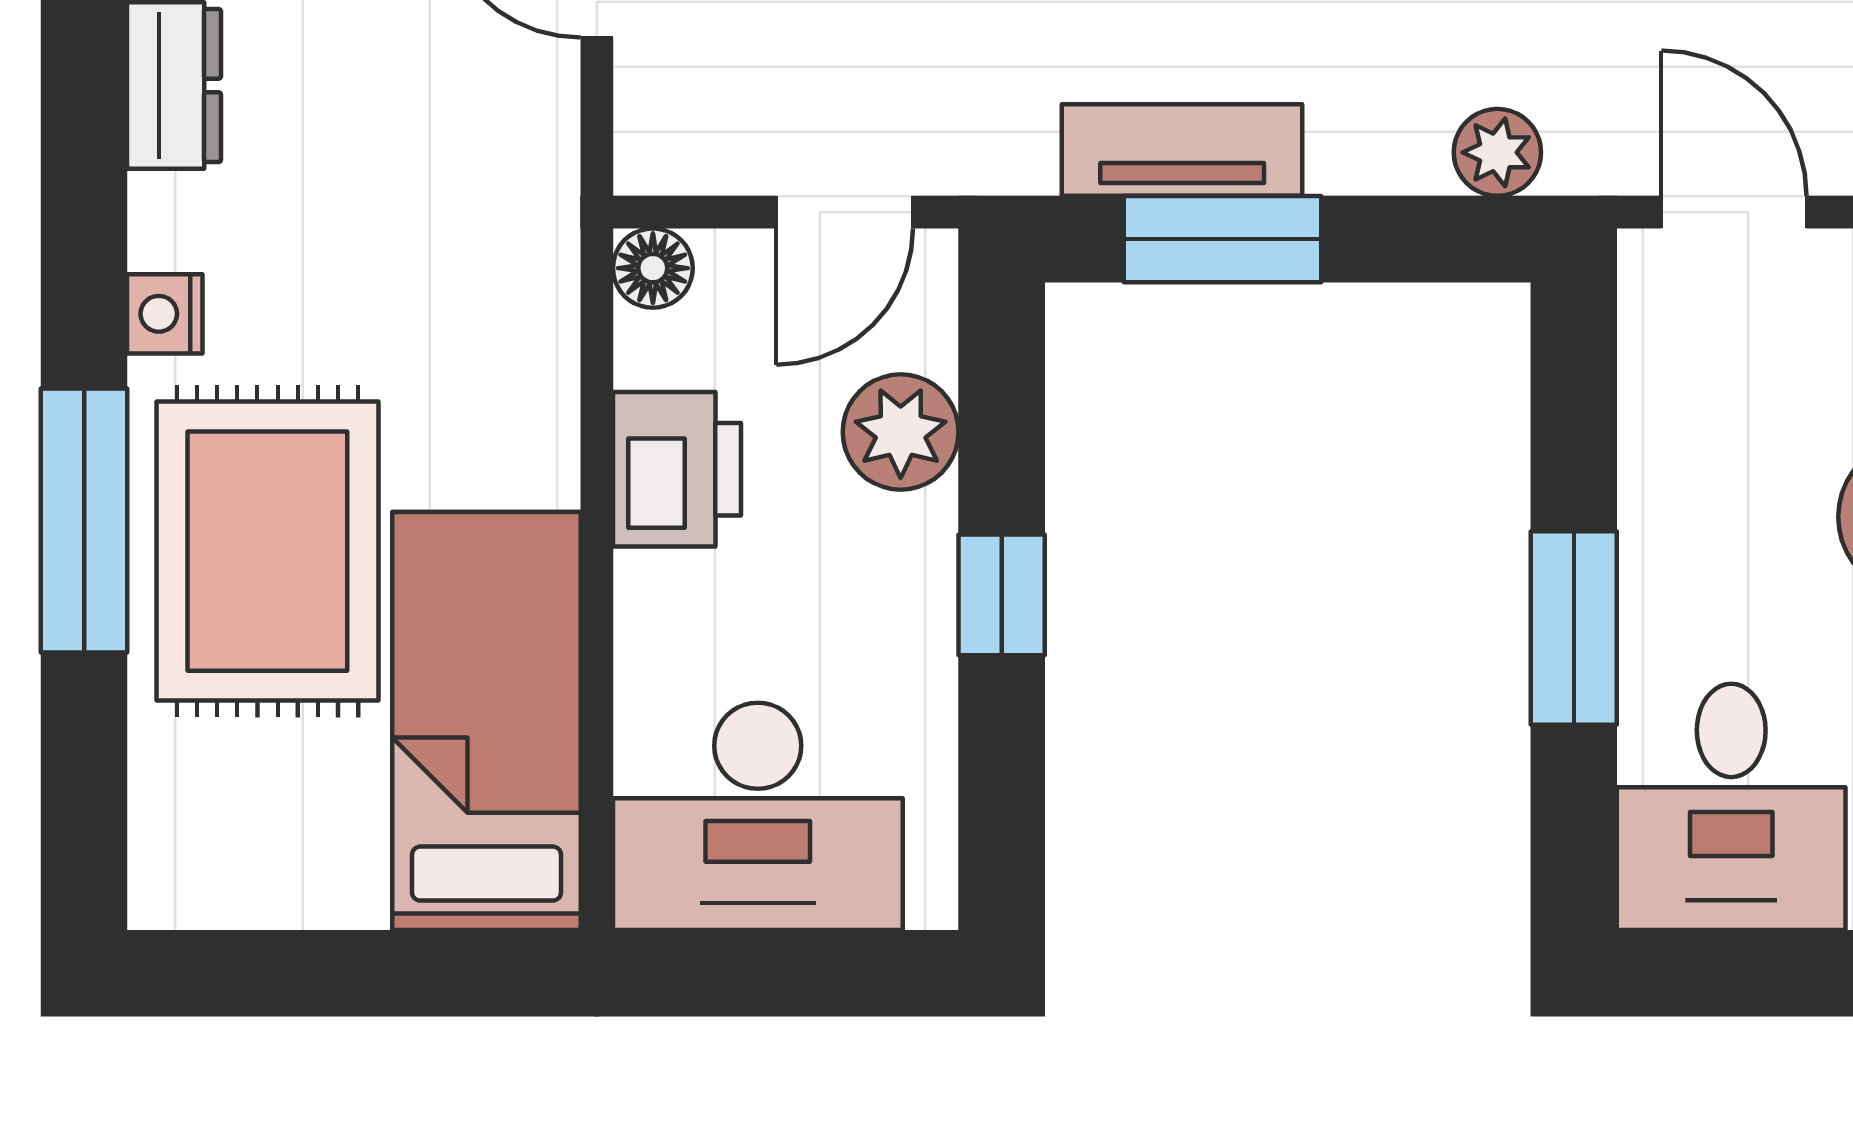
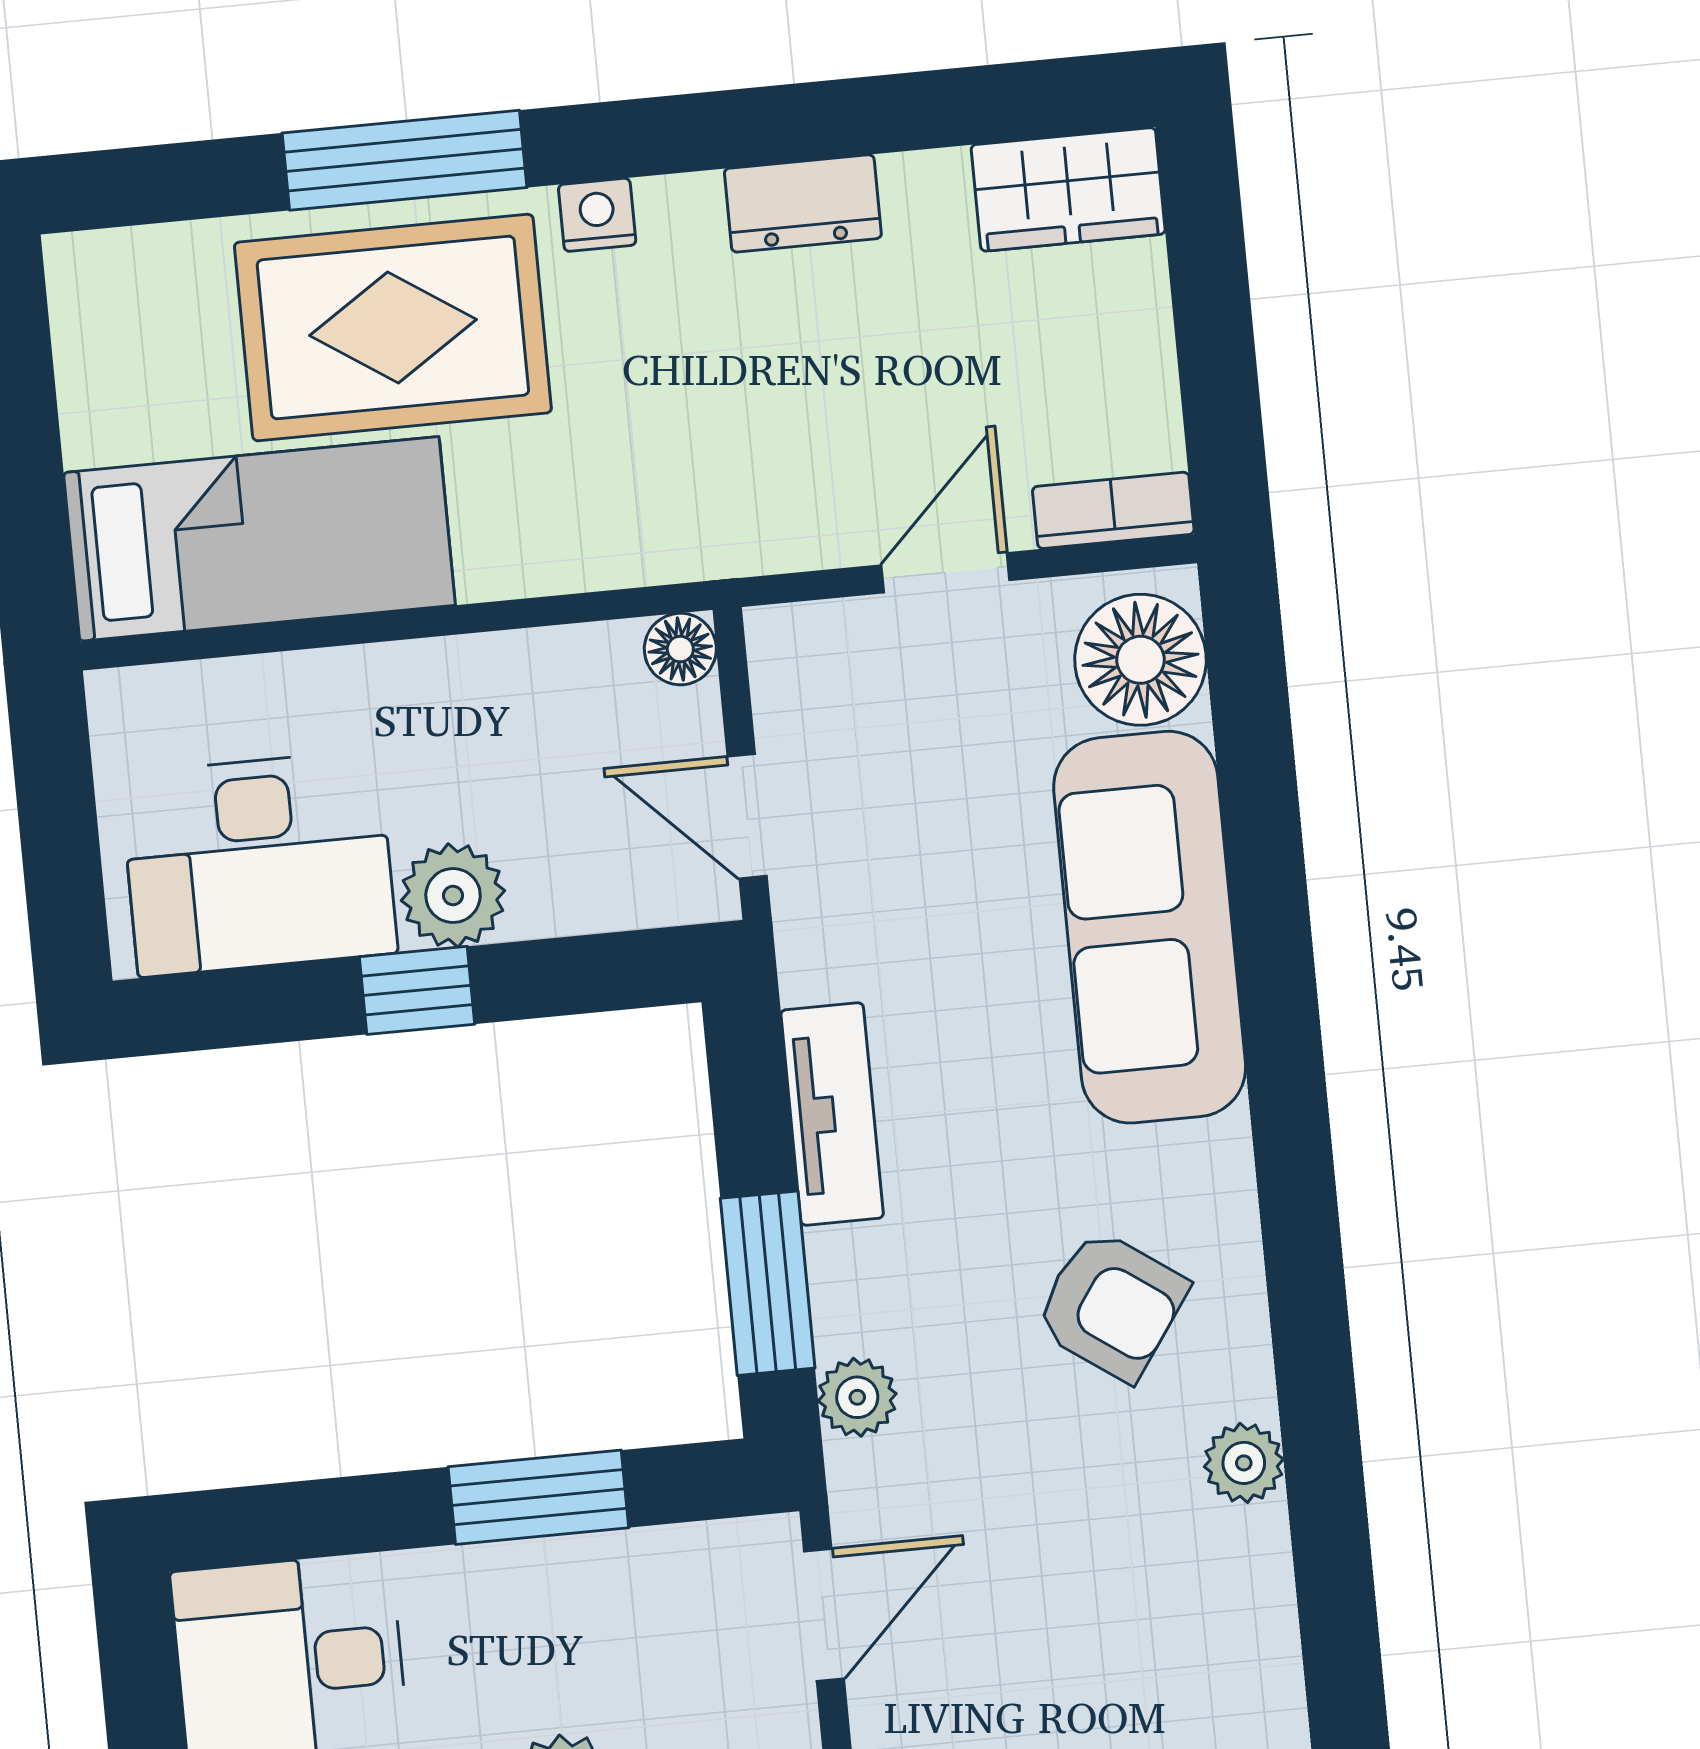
window: (1222, 239) -> (768, 1283), moved
plant: (901, 432) -> (453, 896), moved
printer: (677, 469) -> (502, 688), removed
window: (1574, 628) -> (538, 1497), moved
desk: (758, 816) -> (259, 864), moved, turned -90

